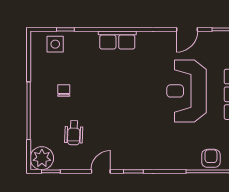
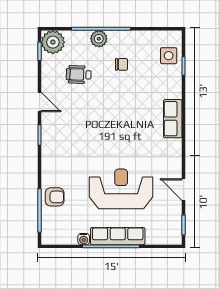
plant: (39, 113) -> (99, 39), added
armchair: (211, 158) -> (55, 197), moved

